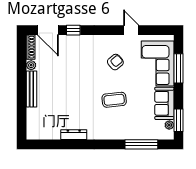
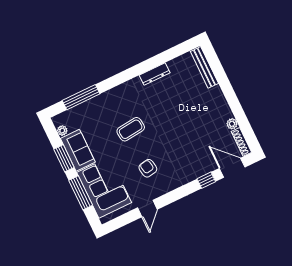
door: (131, 30) -> (147, 208), hinge flipped
armchair: (115, 62) -> (148, 168), turned 120
bench: (31, 89) -> (204, 67), moved
window: (178, 120) -> (64, 158), moved

